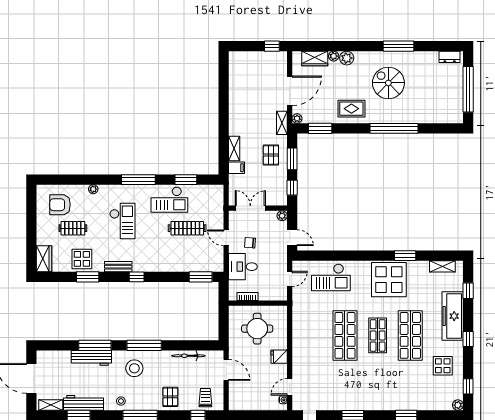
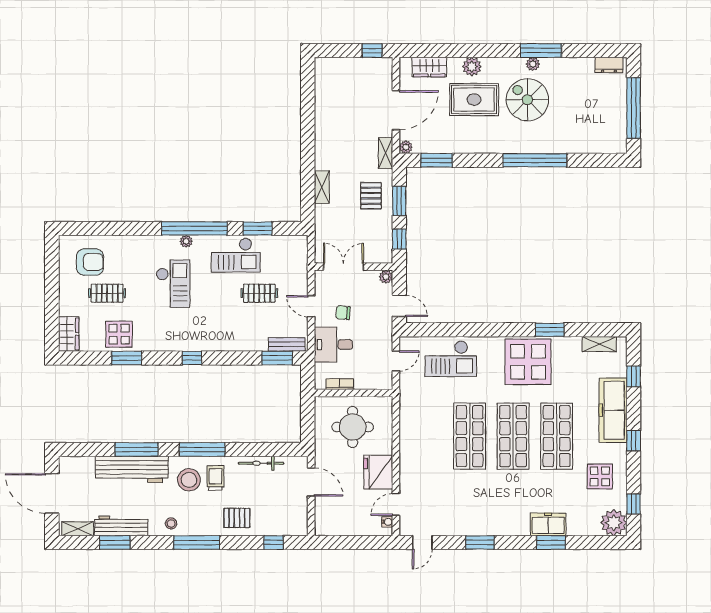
plant: (334, 56) -> (533, 64), moved
rug: (351, 109) -> (474, 100), moved, width x1.36, depth x1.43
filing cabinet: (236, 168) -> (325, 213), removed
window: (138, 180) -> (194, 228), width x1.46
plant: (93, 189) -> (186, 241), moved
armchair: (60, 205) -> (90, 262), turned 180
clothes rail: (187, 228) -> (259, 293), width x0.73
bench: (118, 267) -> (287, 344), moved
shop shelf: (378, 335) -> (513, 436), width x1.43, depth x1.36
fridge: (279, 357) -> (378, 472), width x1.88, depth x1.34
workbench: (91, 358) -> (132, 469), width x1.36, depth x1.32
pallet: (170, 397) -> (237, 518), turned 90
trolley: (205, 398) -> (215, 478), moved
freezer: (404, 402) -> (548, 524), added
plant: (458, 405) -> (614, 523), width x1.87, depth x1.87

